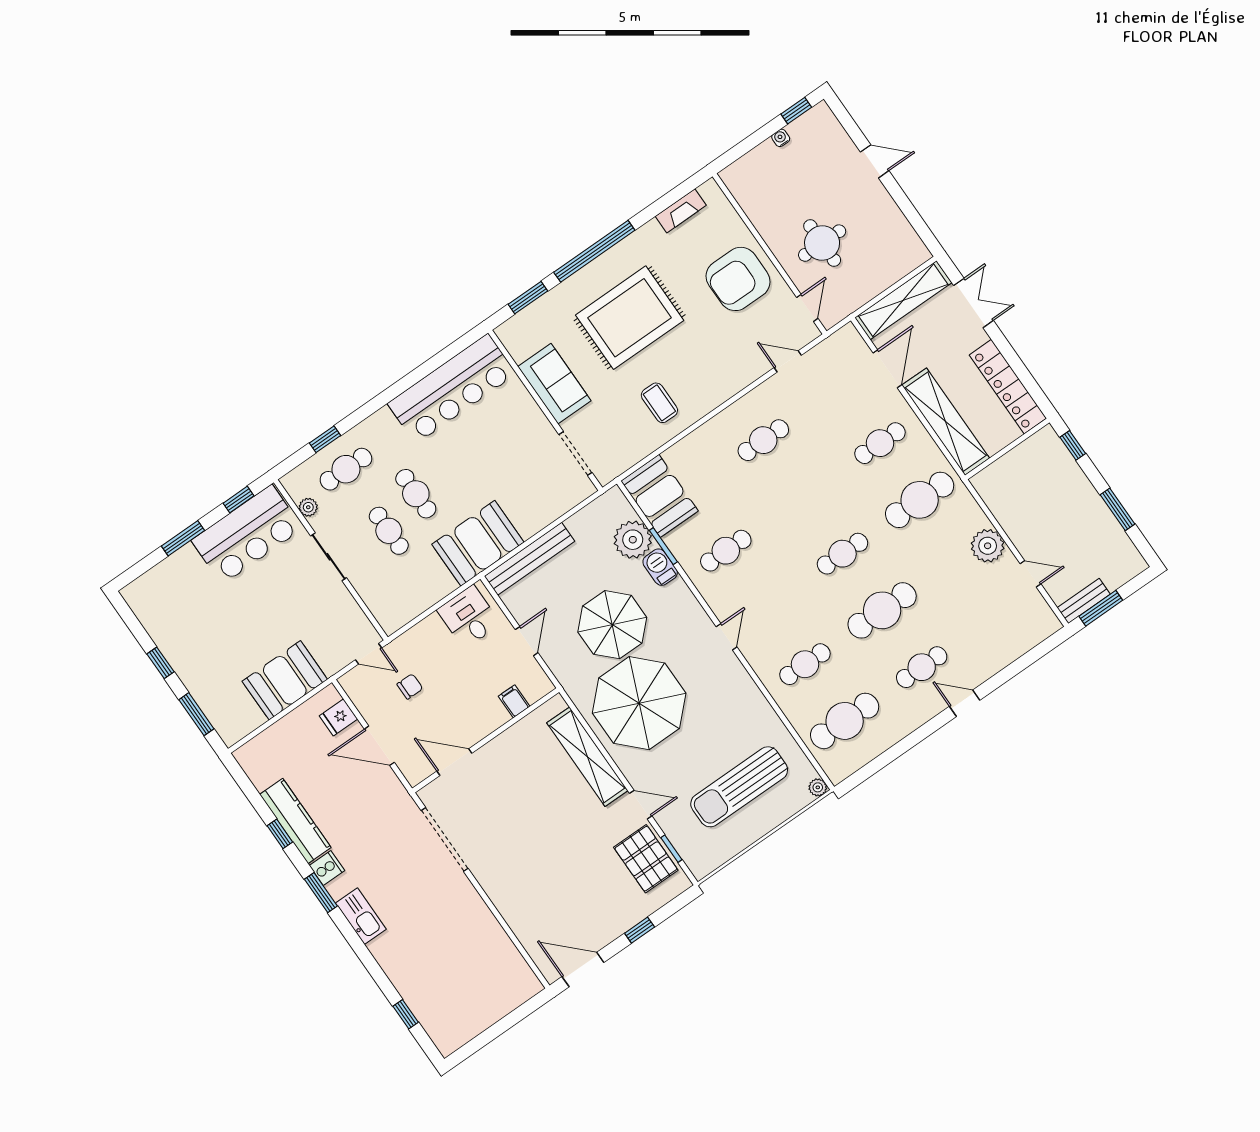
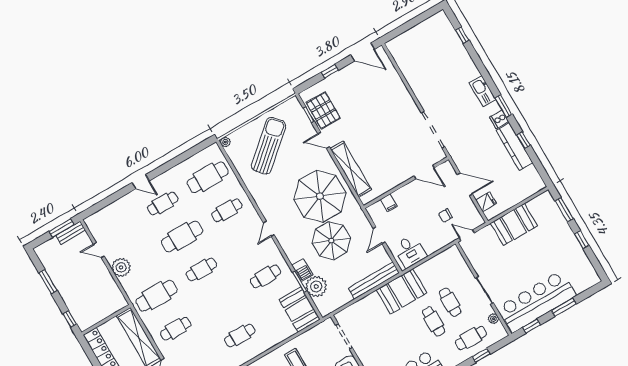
bar counter: (247, 534) -> (537, 301), width x1.36
sun lounger: (739, 787) -> (269, 146), turned -41

